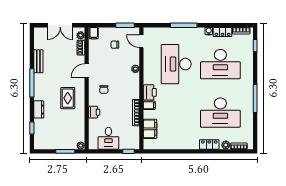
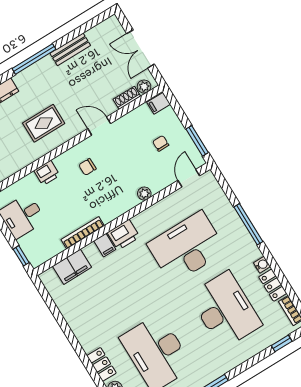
desk: (220, 64) -> (225, 310), turned 180

